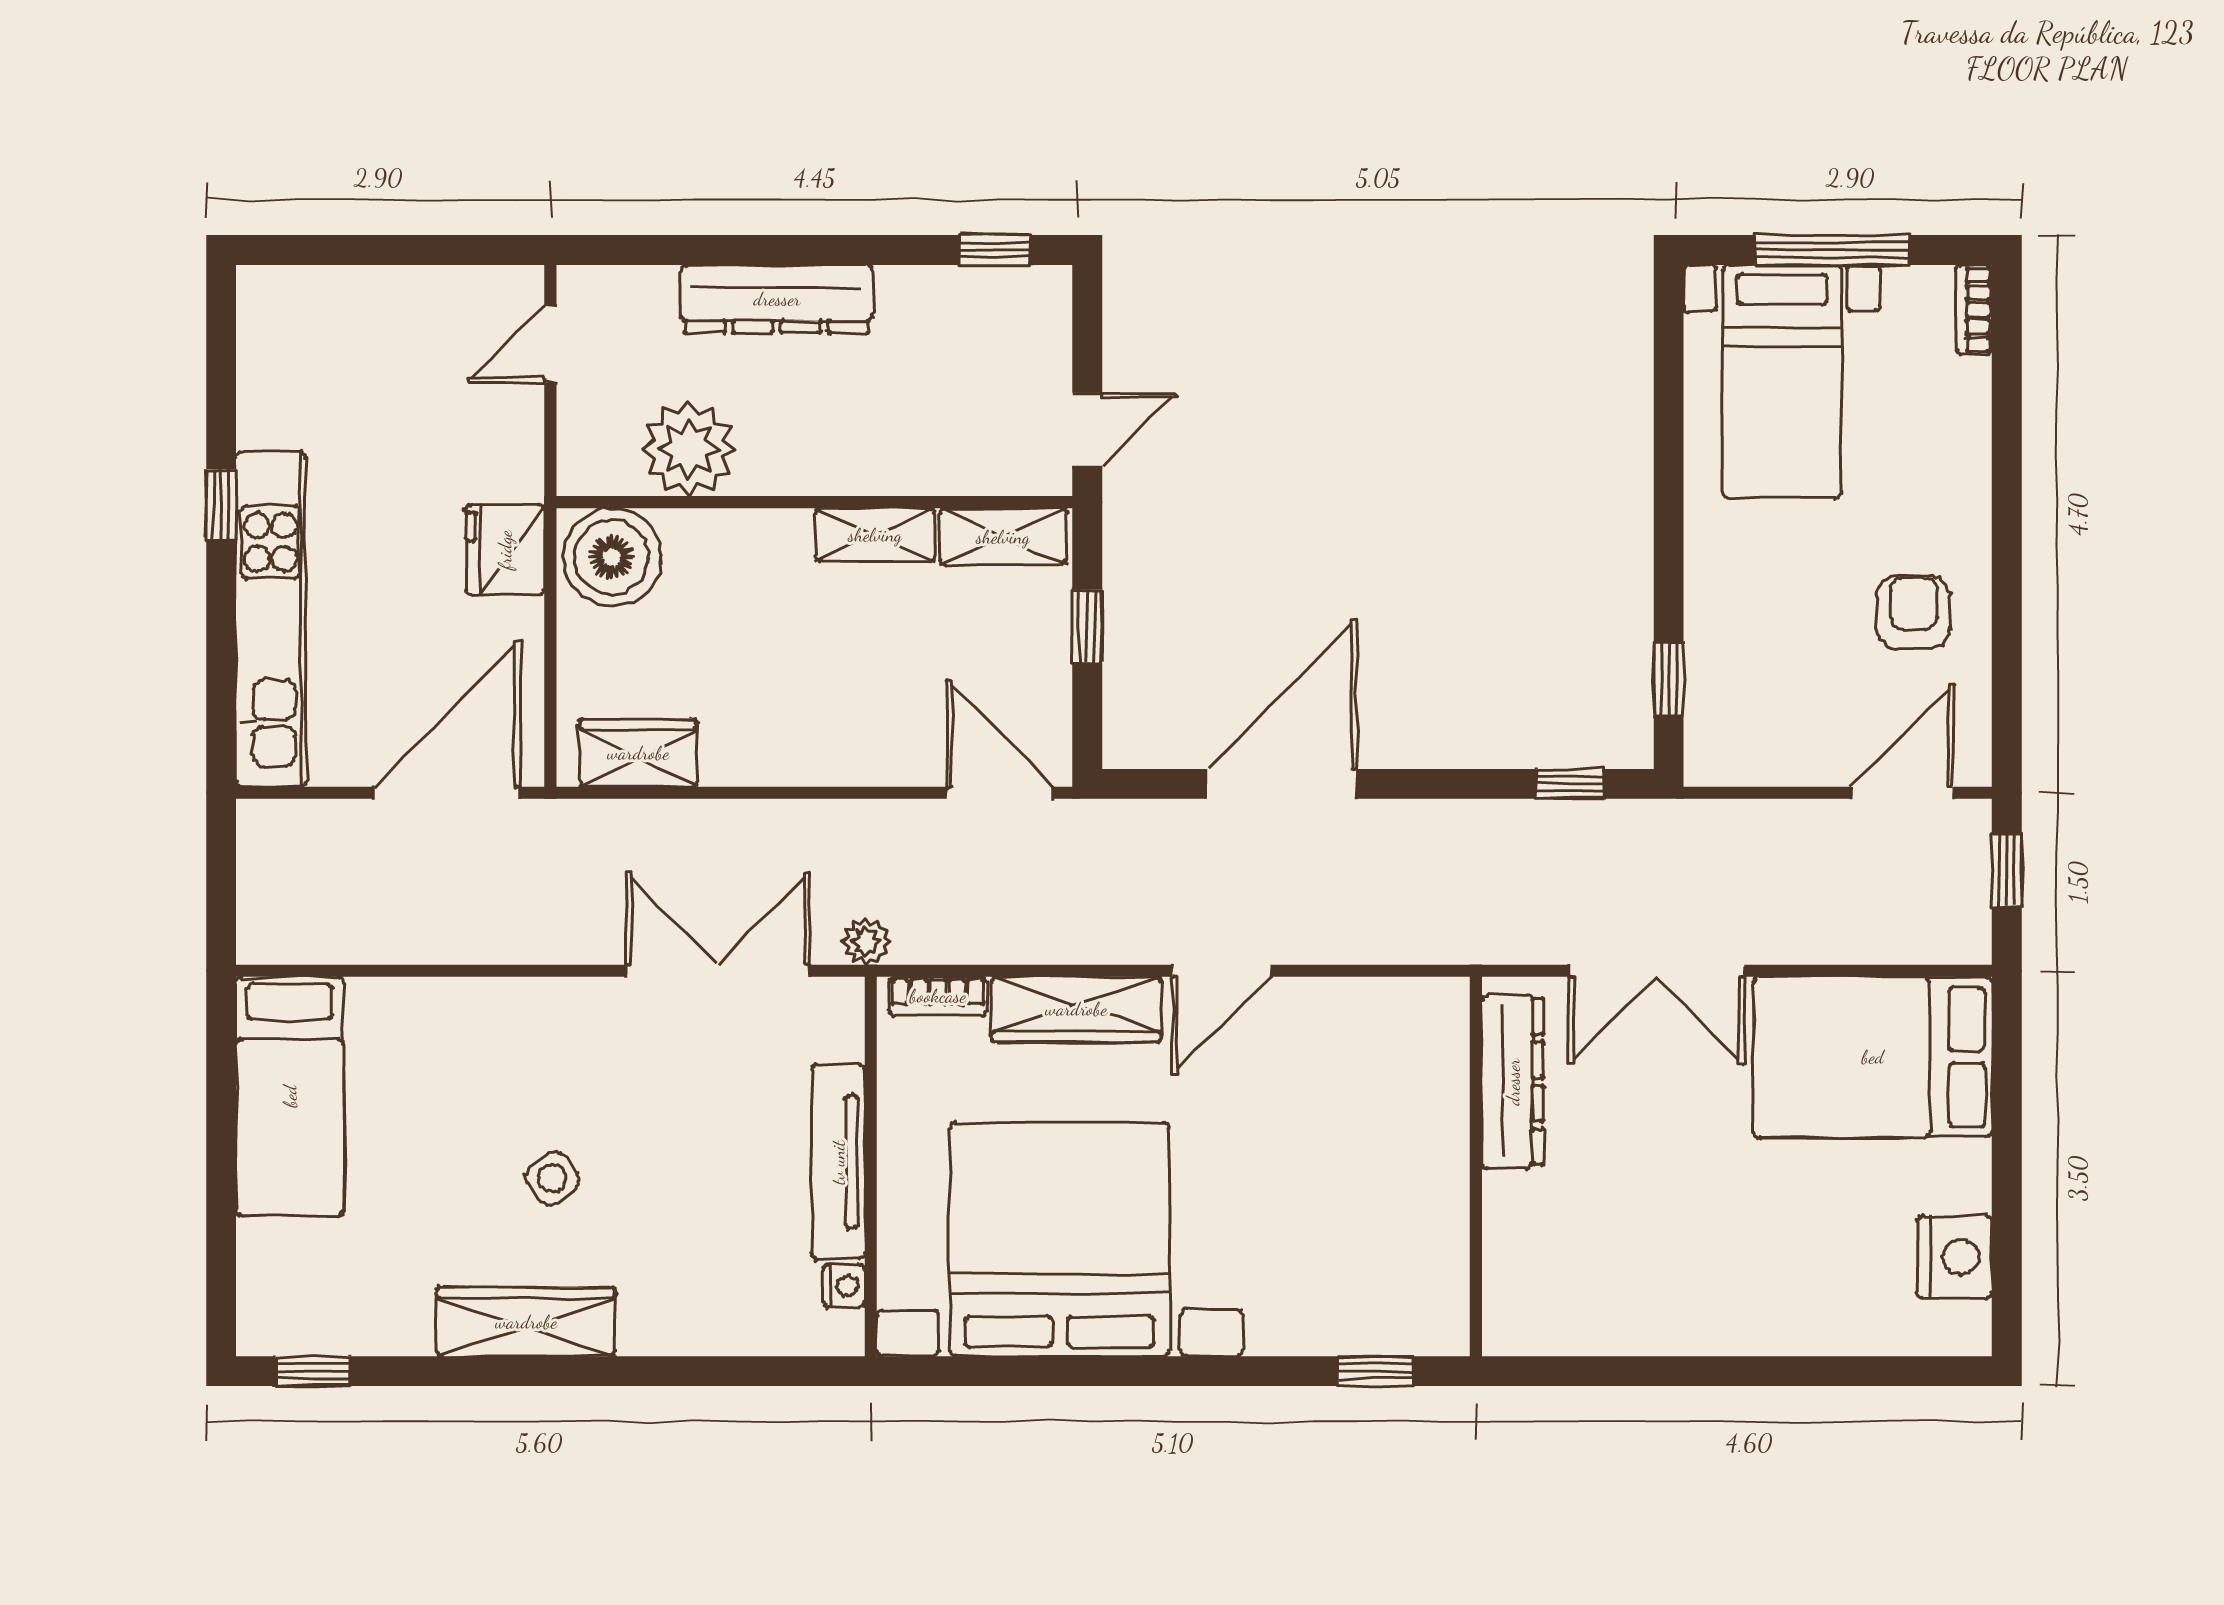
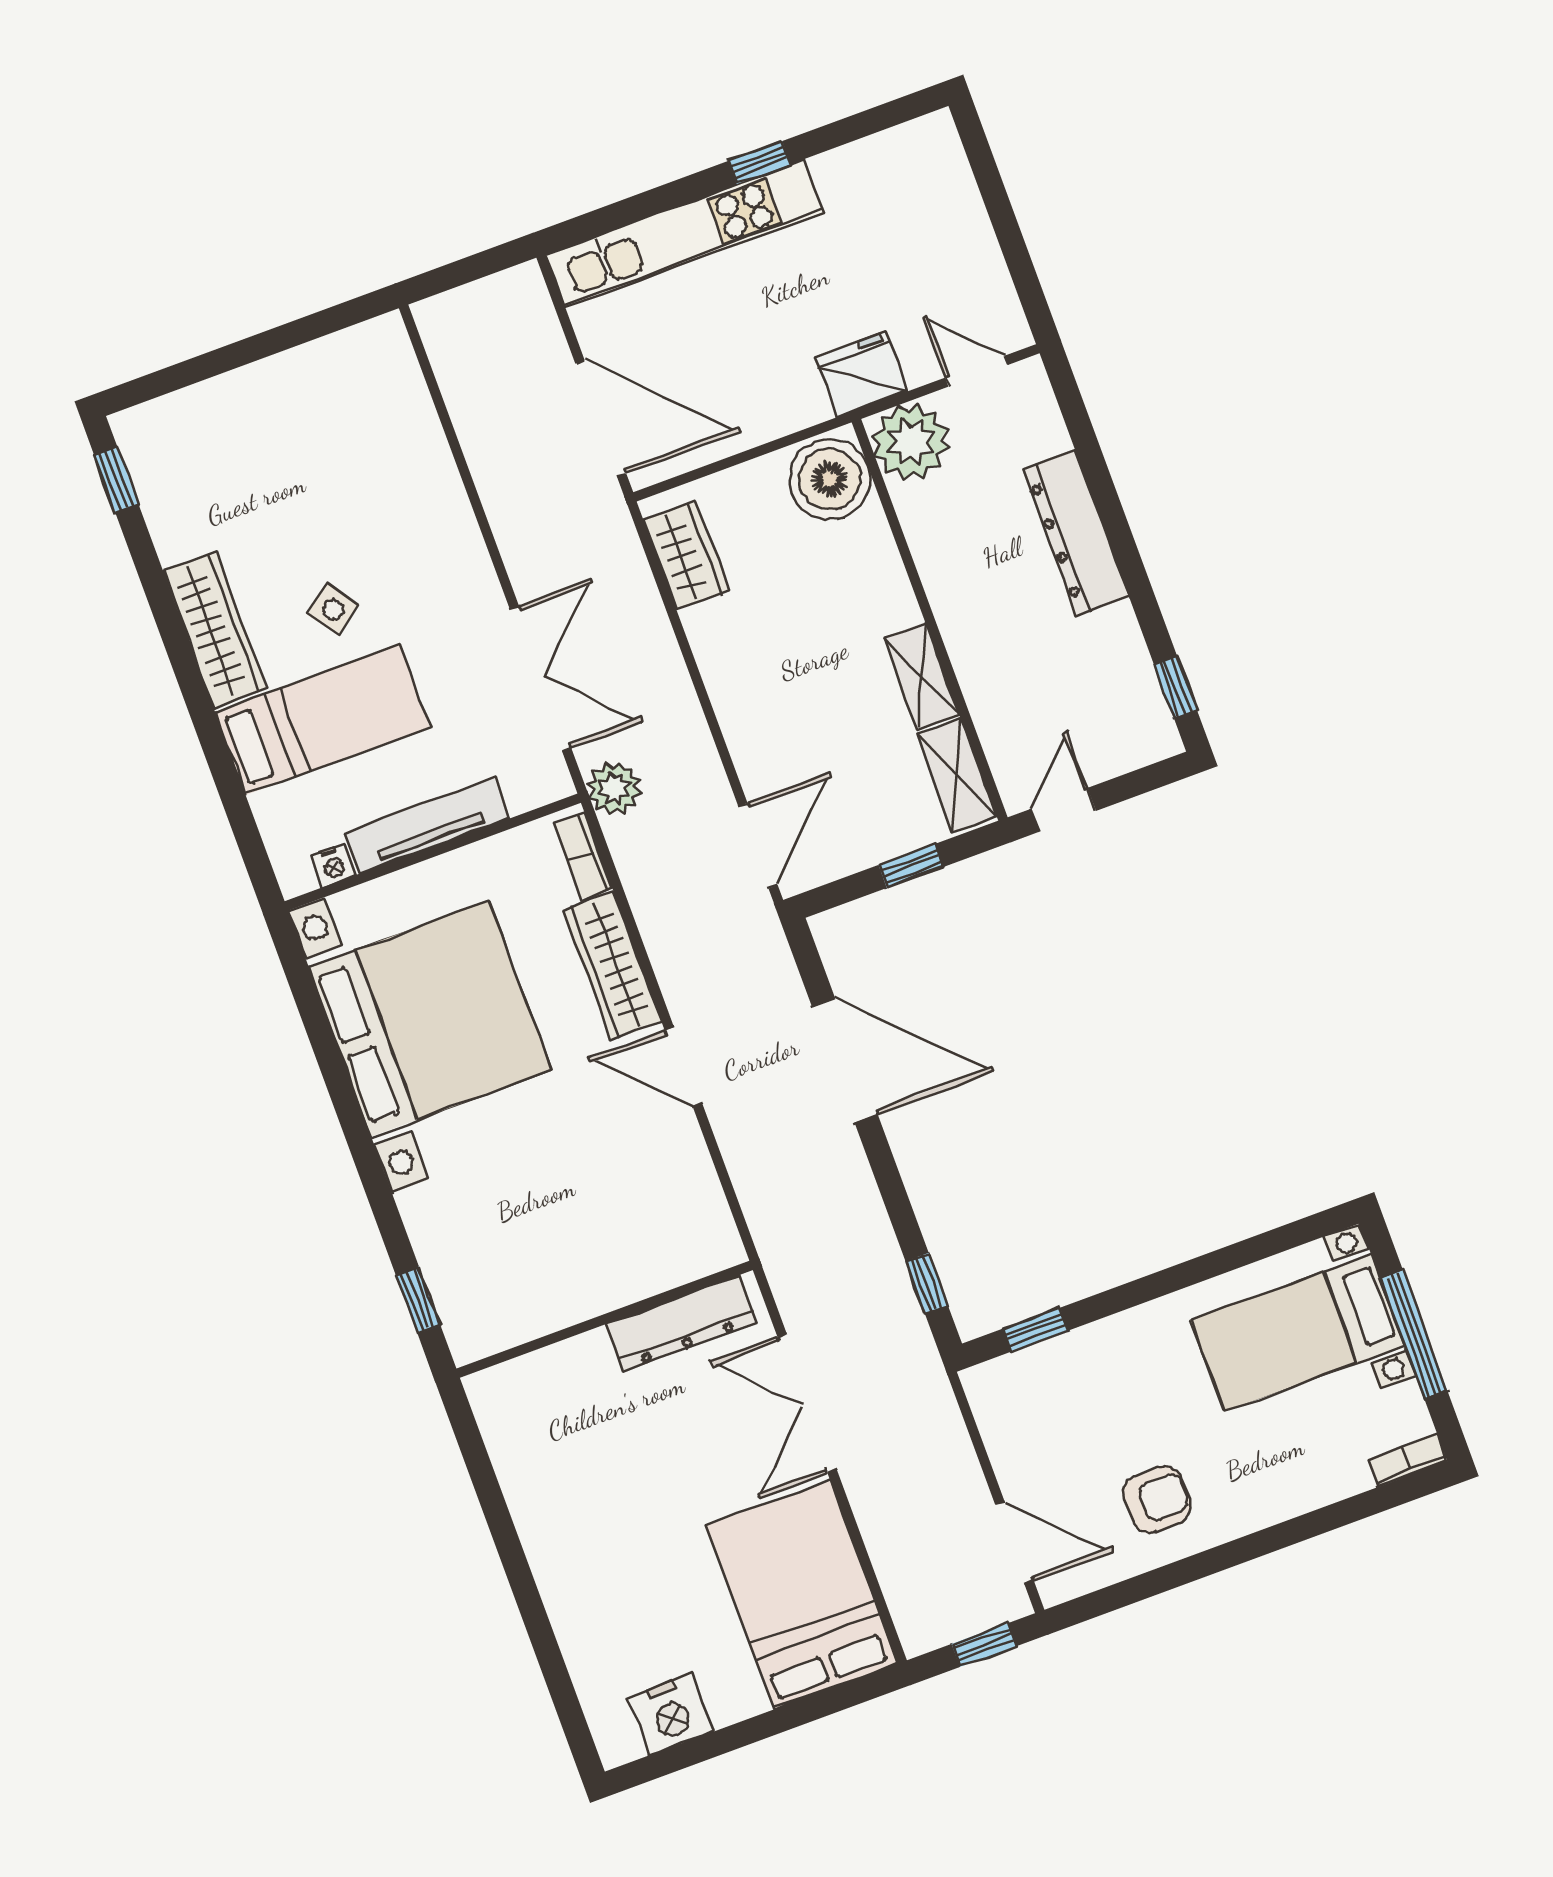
door: (1087, 429) -> (1063, 810), swing flipped
plant: (689, 449) -> (911, 442), moved
fridge: (505, 550) -> (861, 374), moved
plant: (866, 941) -> (614, 788), width x1.38, depth x1.38
bed: (290, 1096) -> (322, 720), moved, turned 180

